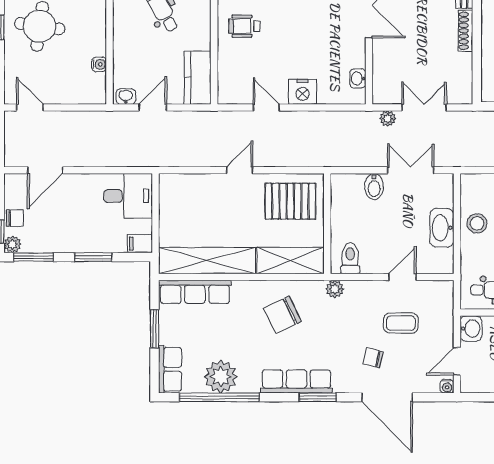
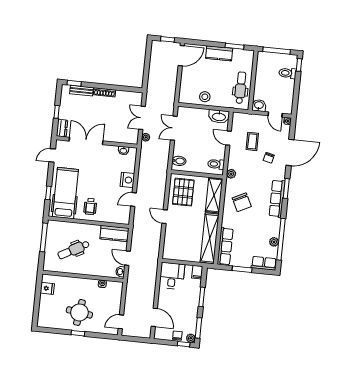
bidet: (374, 187) -> (179, 161), moved
washbasin: (442, 228) -> (219, 117), moved
plant: (221, 377) -> (274, 242), width x0.53, depth x0.53

